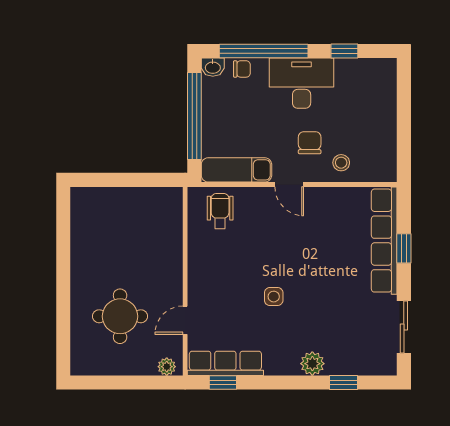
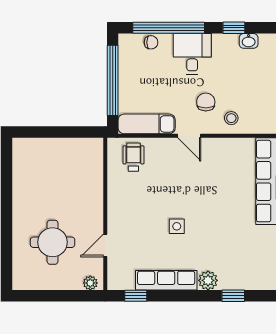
washbasin: (213, 67) -> (249, 41), moved
desk: (302, 83) -> (192, 54), width x0.73
row of seats: (225, 363) -> (166, 280), moved

